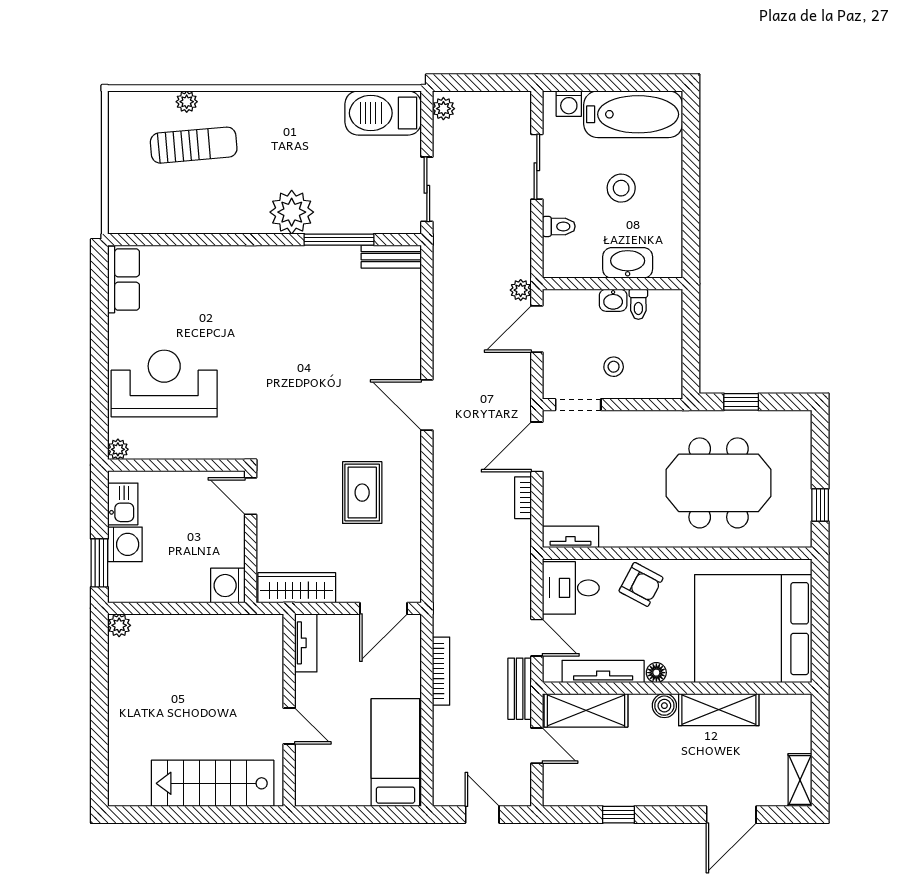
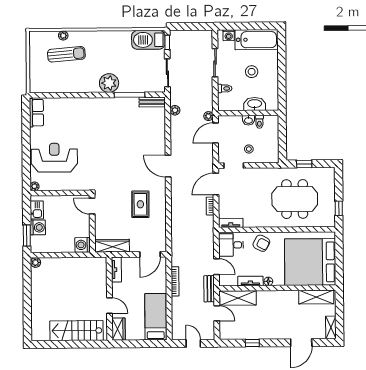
plant: (443, 109) -> (175, 110), moved
window: (427, 119) -> (167, 42), added
tv unit: (603, 671) -> (250, 281), width x0.71
boiler: (664, 706) -> (272, 296), removed
shelving: (719, 710) -> (316, 297), moved
wardrobe: (310, 781) -> (119, 329), added

